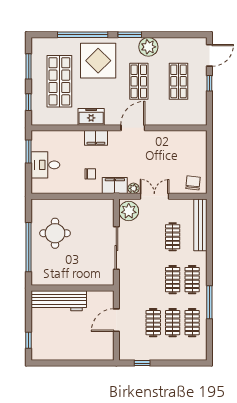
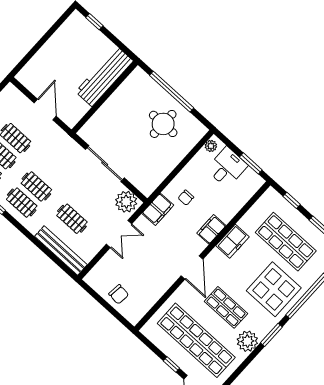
shop shelf: (179, 81) -> (196, 340), width x2.00, depth x1.36
chair: (193, 183) -> (119, 294), moved
plant: (134, 188) -> (211, 146), moved

